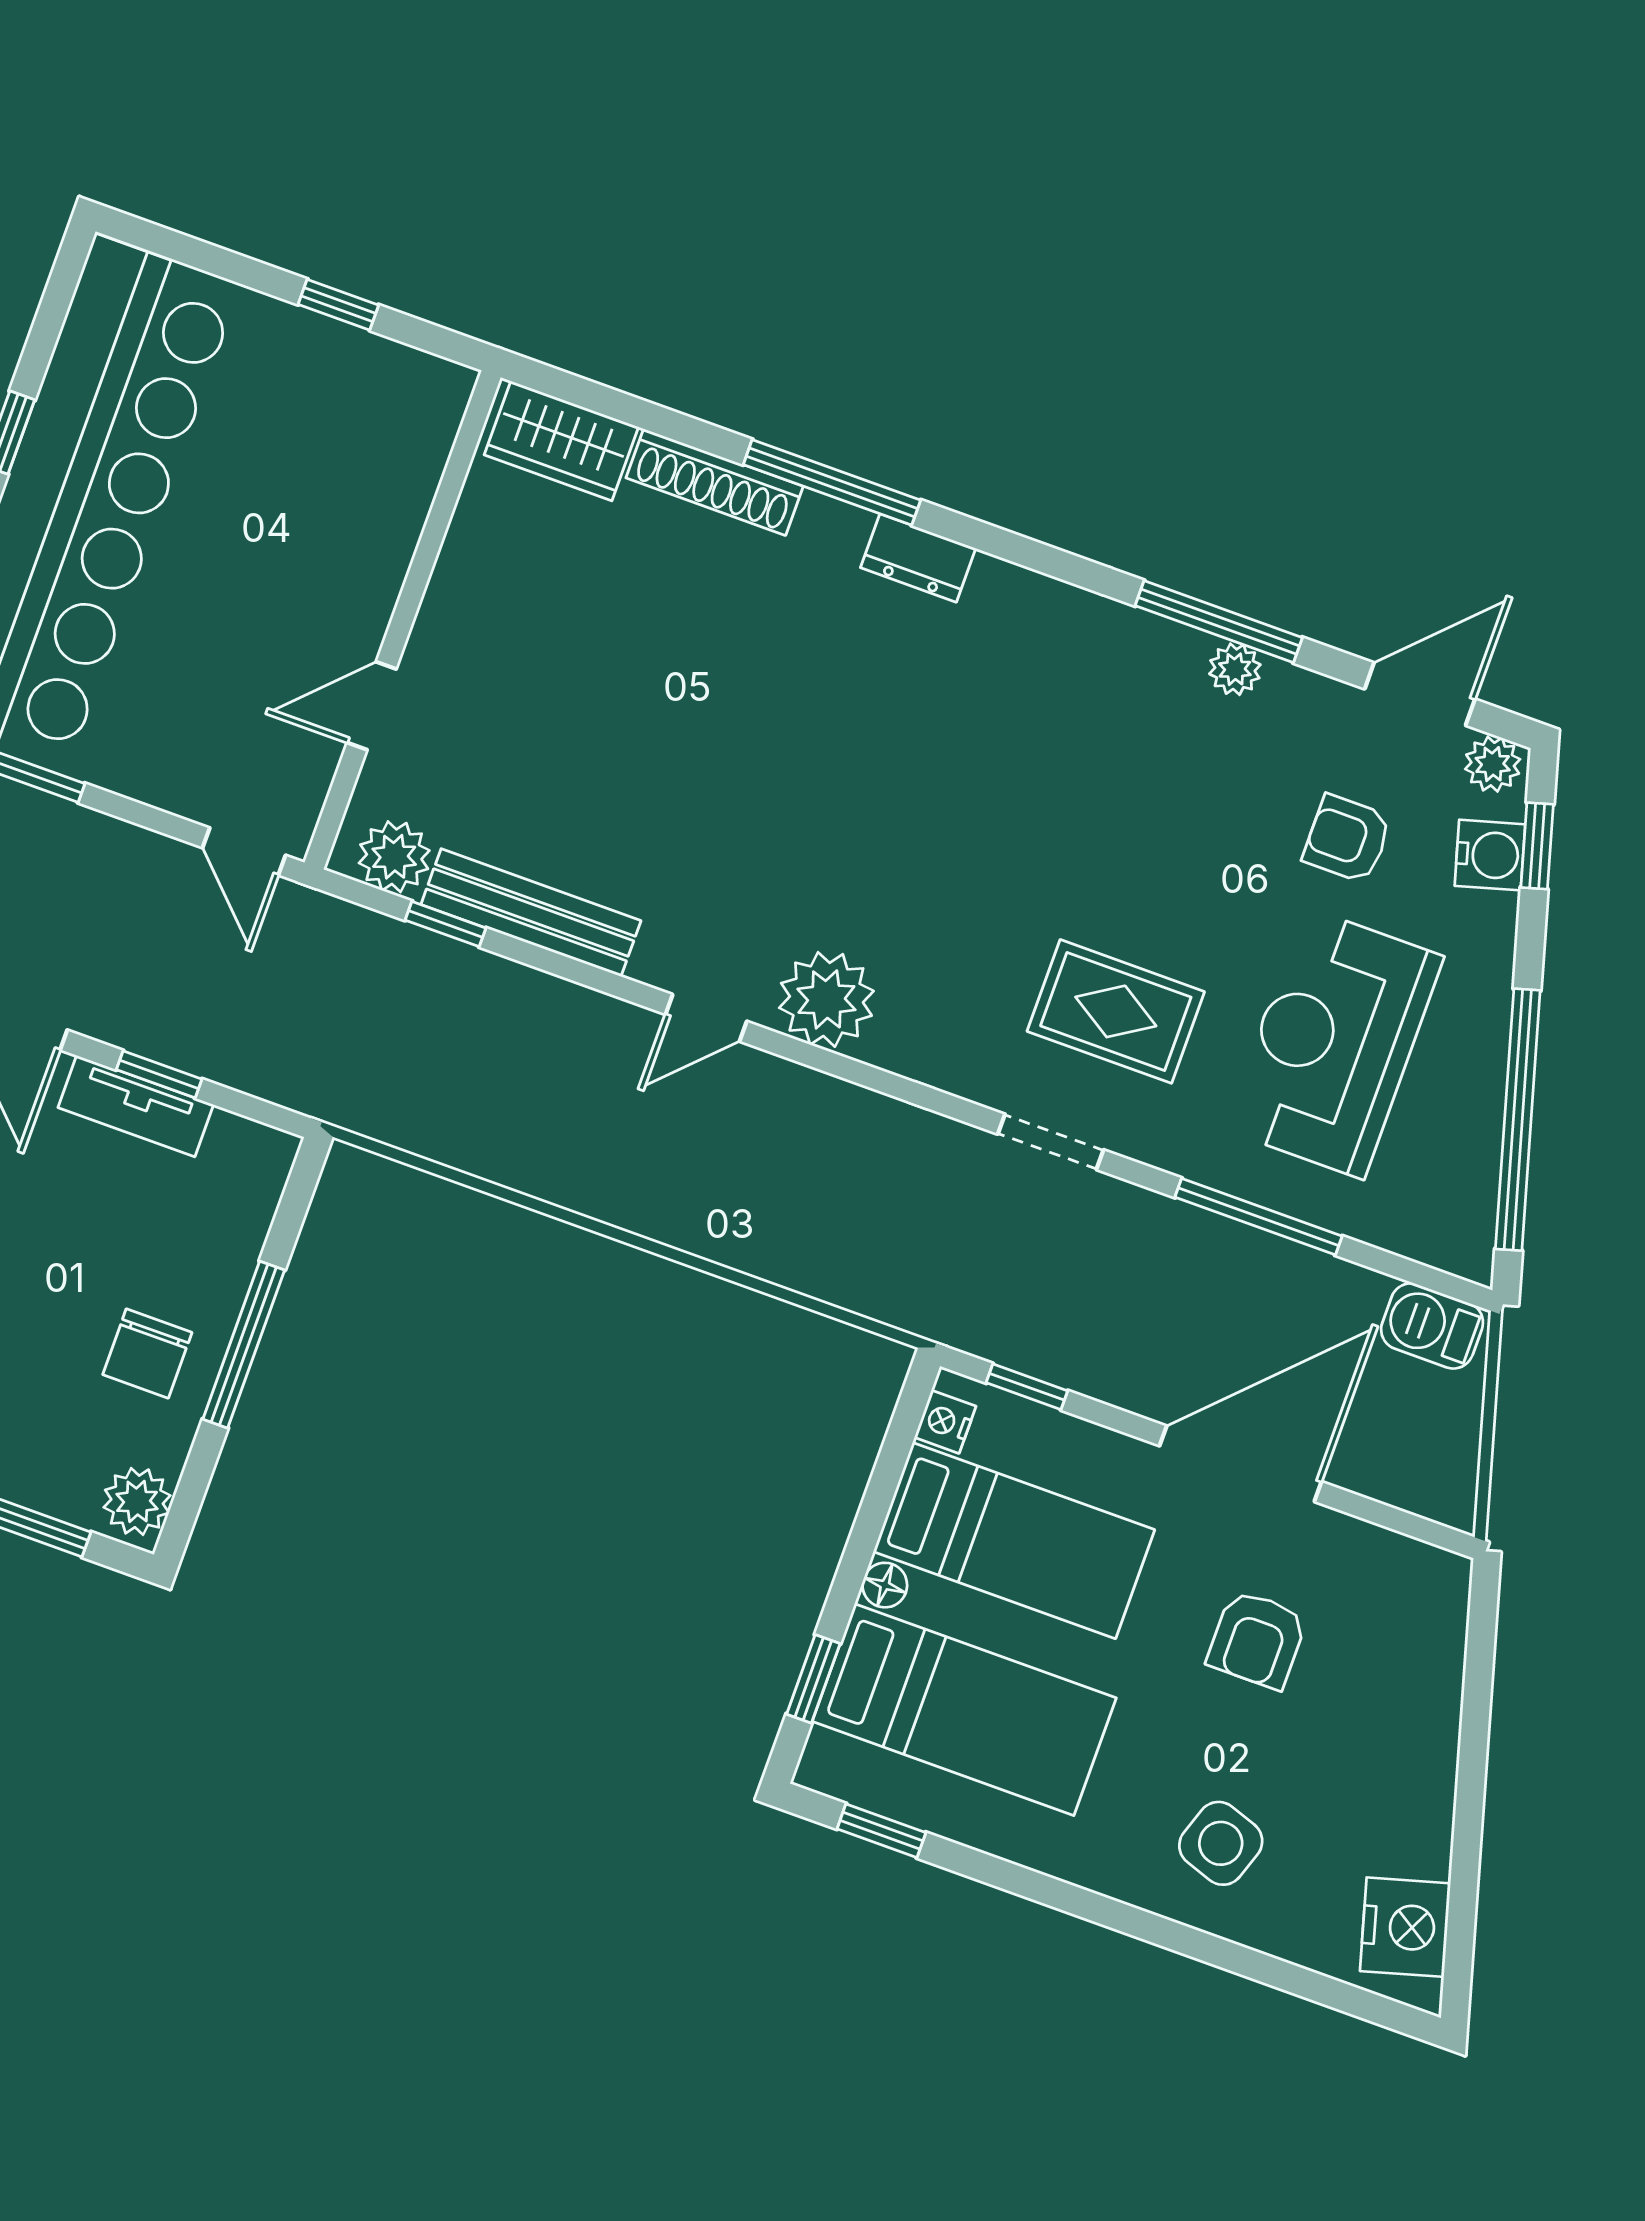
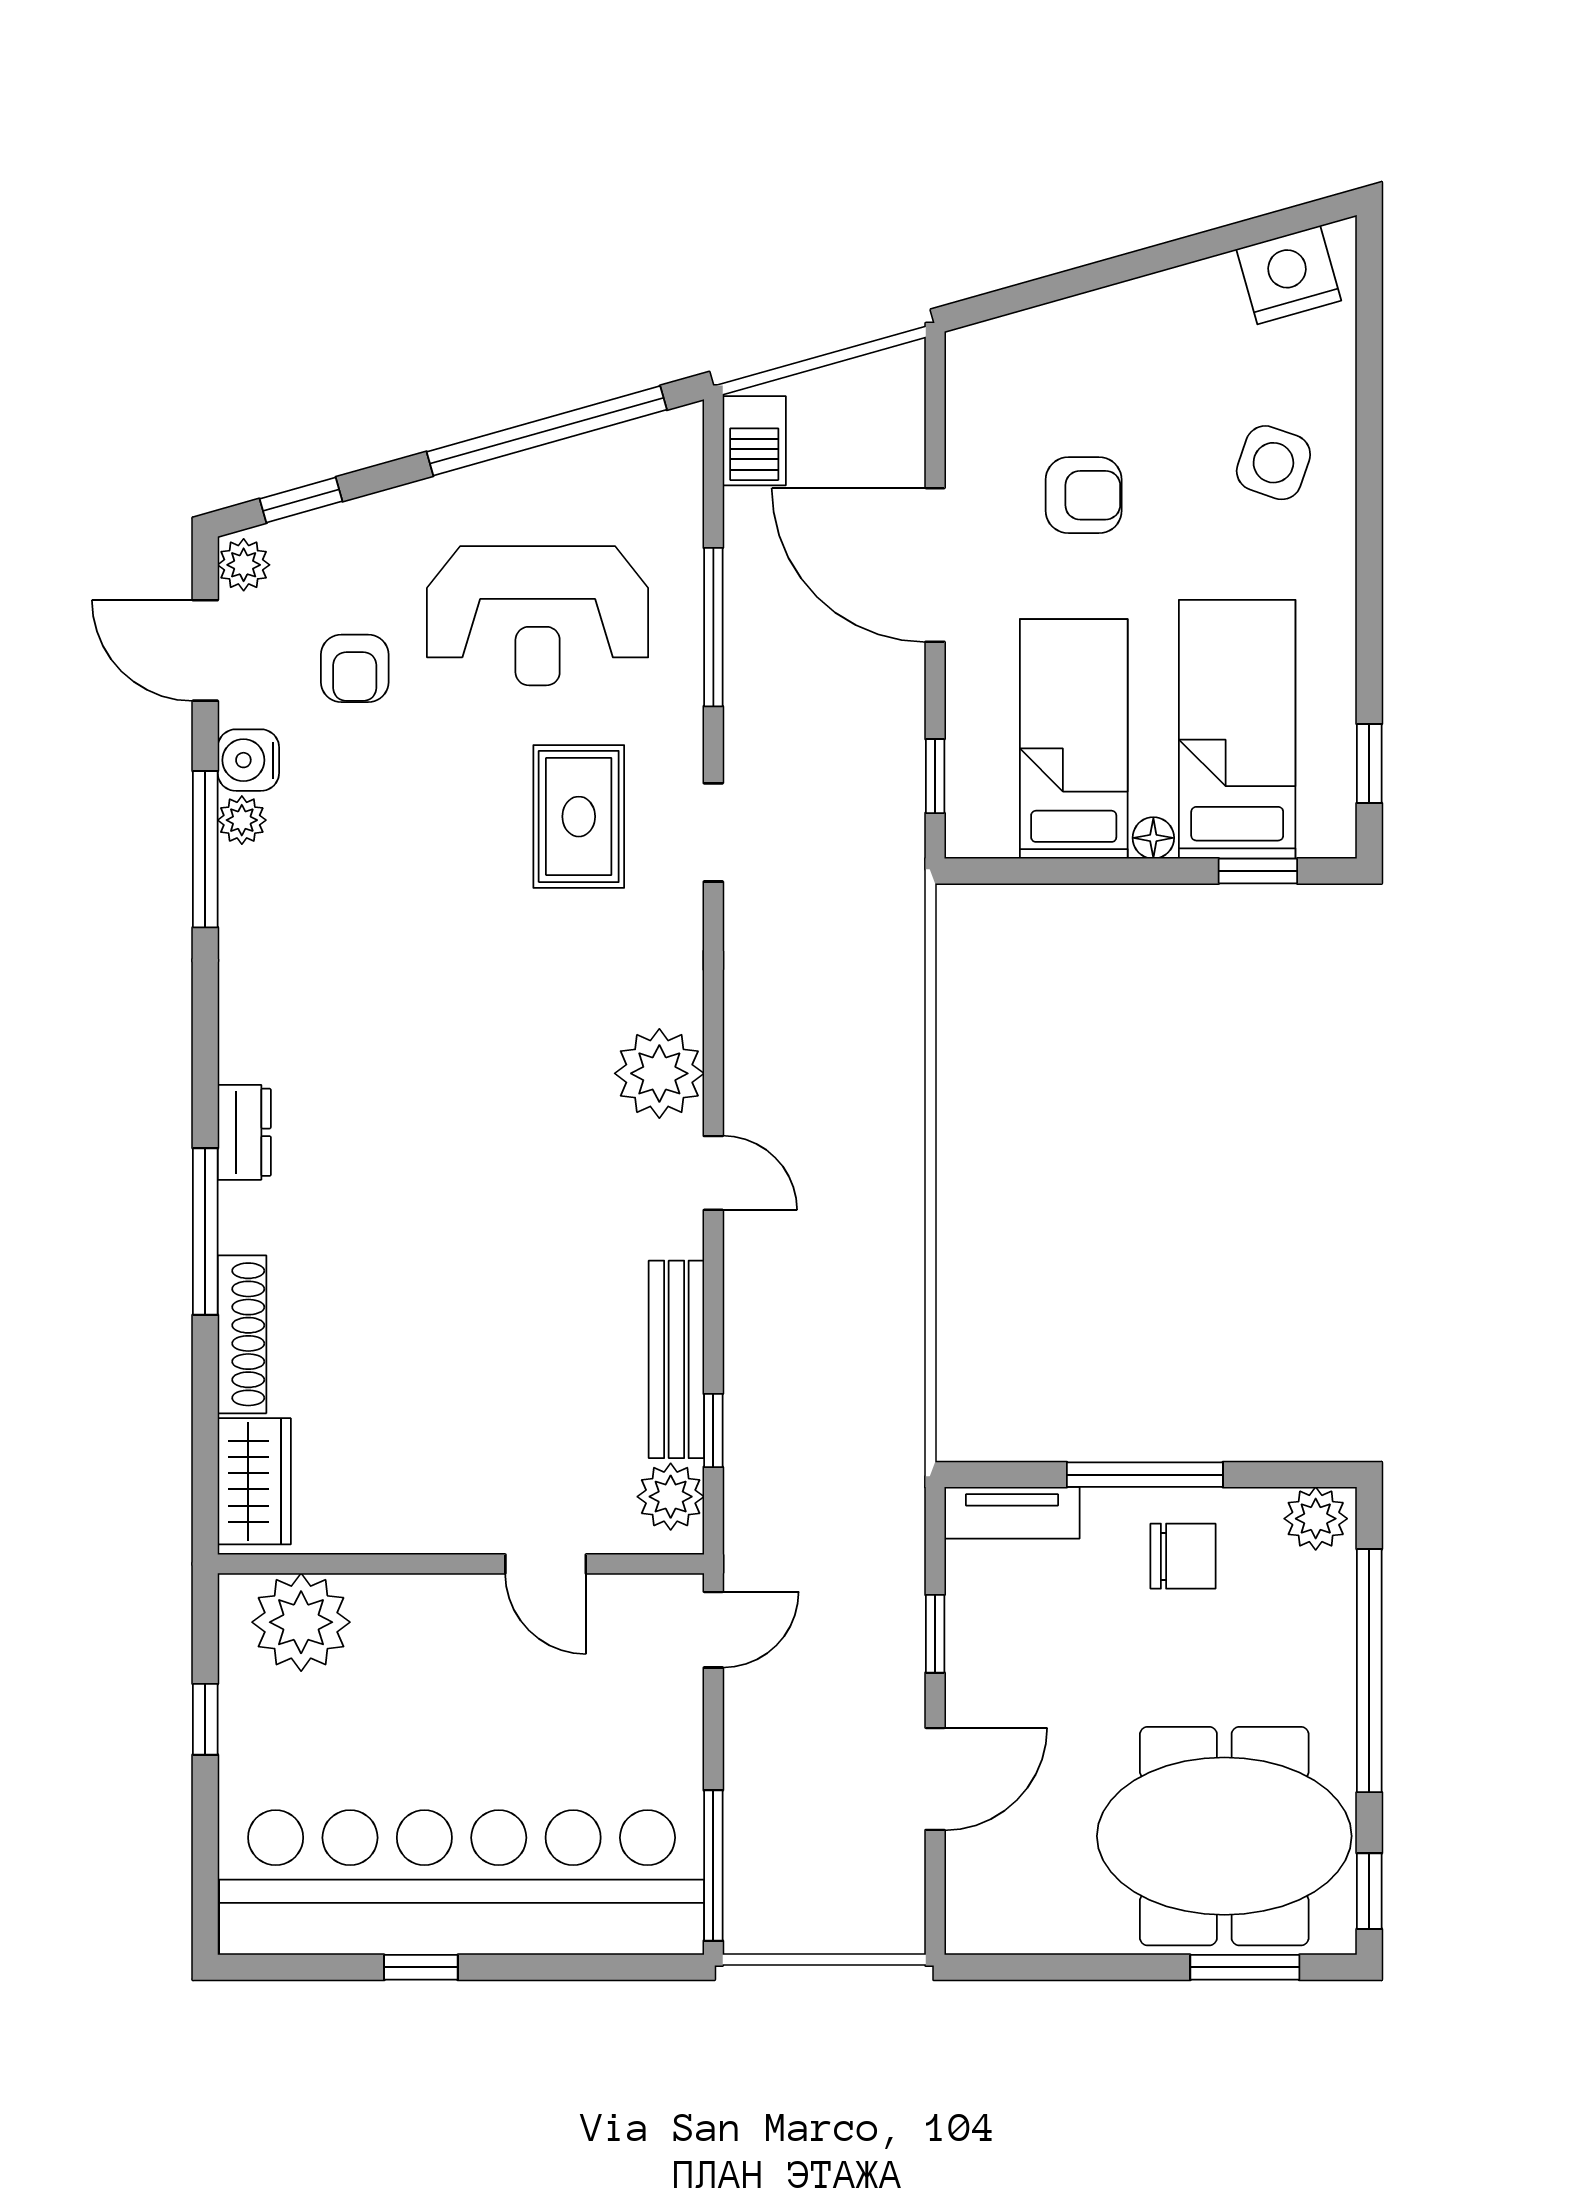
plant: (402, 437) -> (301, 1622), added
water cooler: (1490, 855) -> (248, 760), moved, turned -74
tv unit: (136, 1106) -> (1012, 1513), moved, turned 90
nightstand: (945, 1422) -> (991, 837), removed

